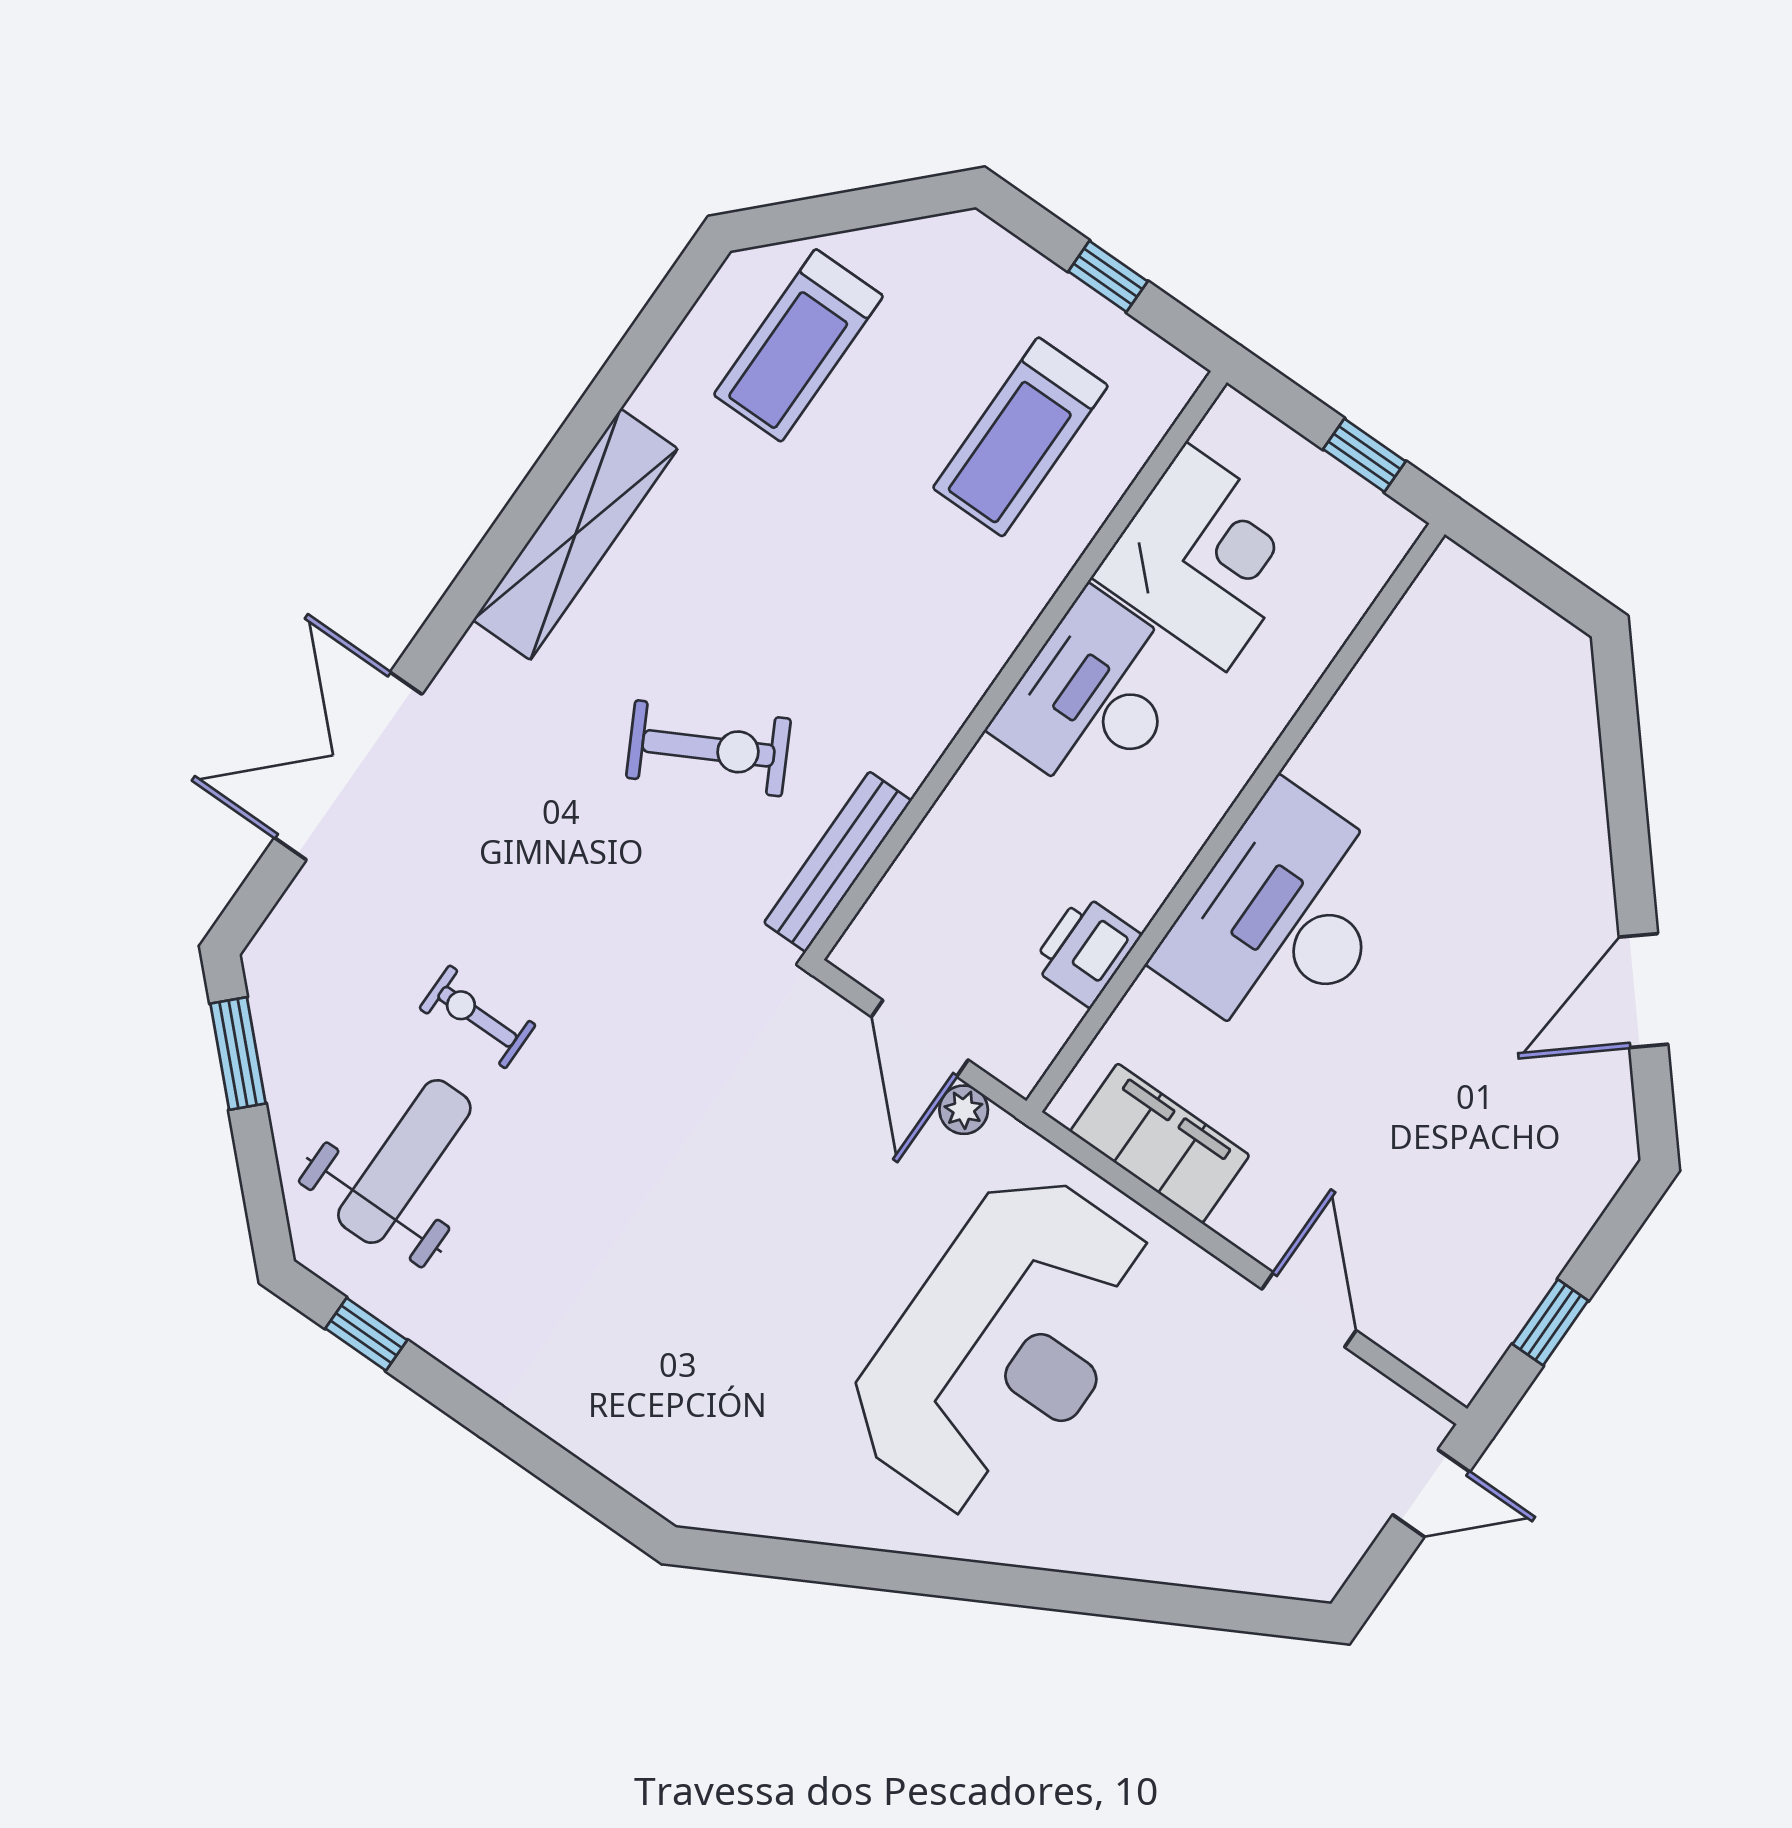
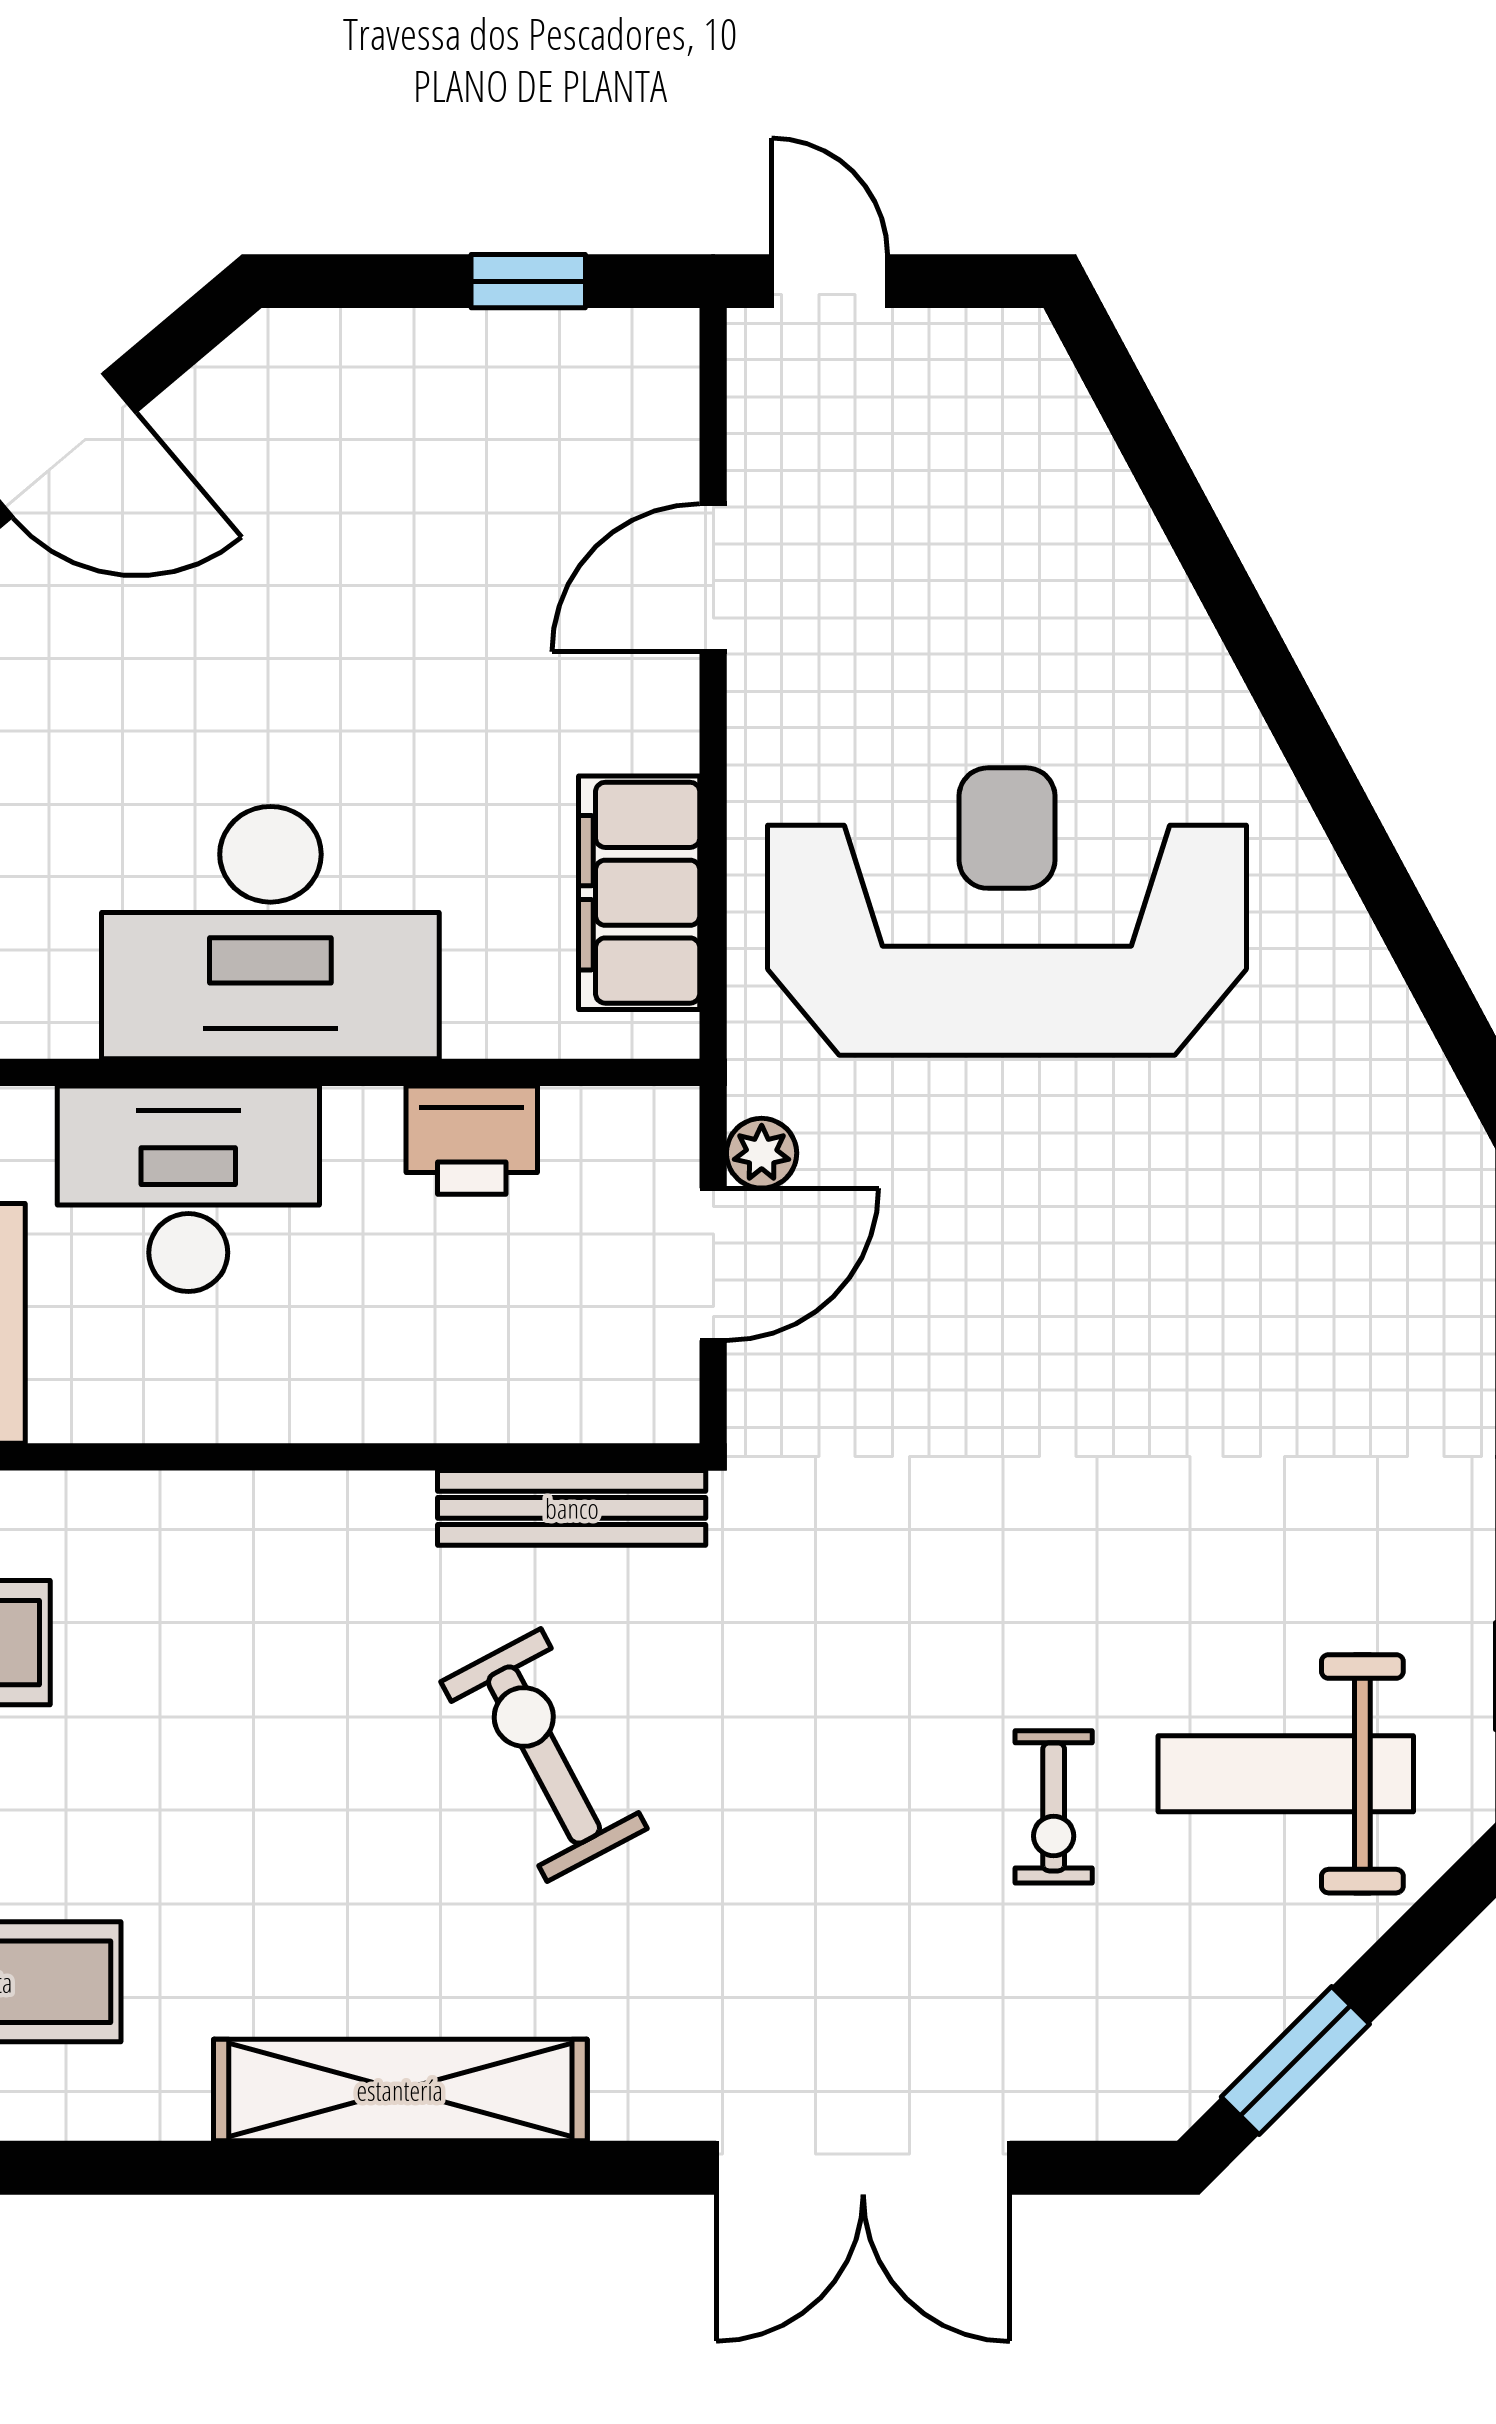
desk: (1094, 696) -> (188, 1189), moved, turned 180

